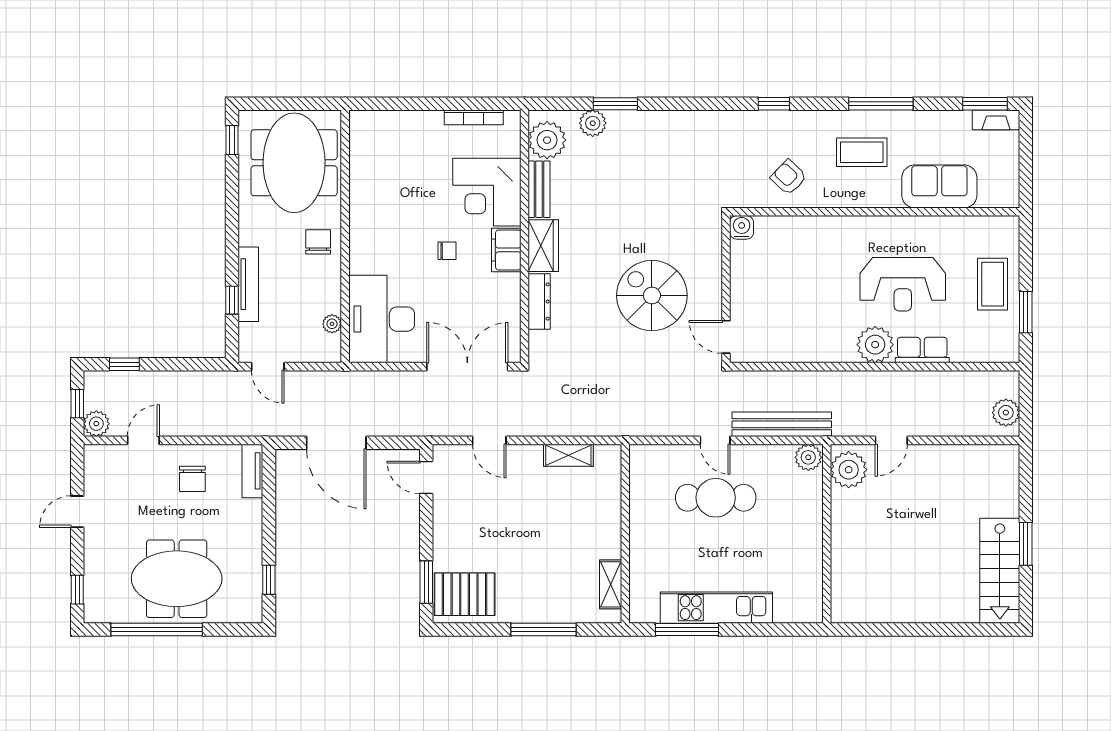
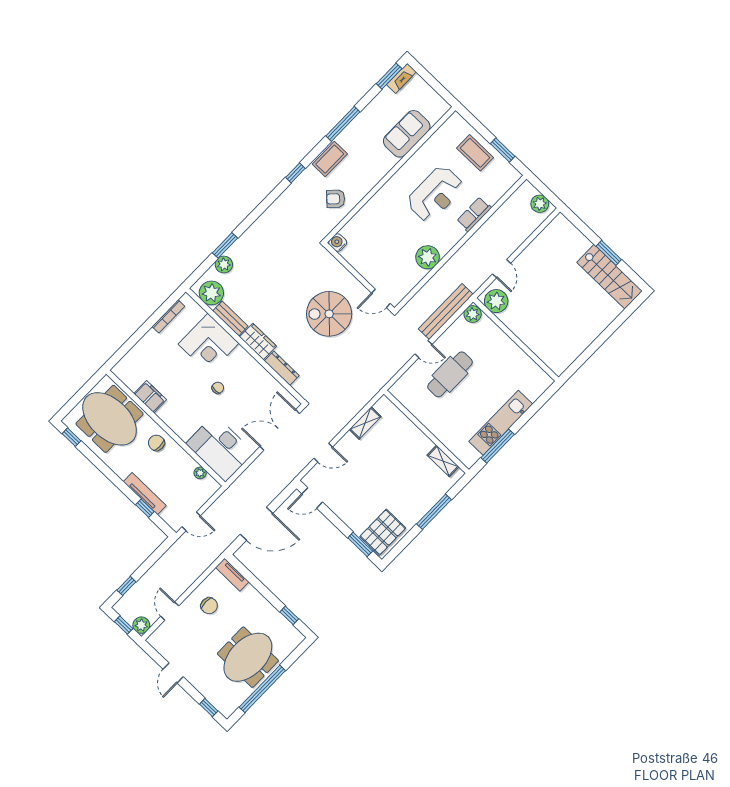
coffee table: (862, 152) -> (330, 159), moved
filing cabinet: (506, 250) -> (150, 397), moved, turned 180
plant: (875, 345) -> (428, 257), moved

